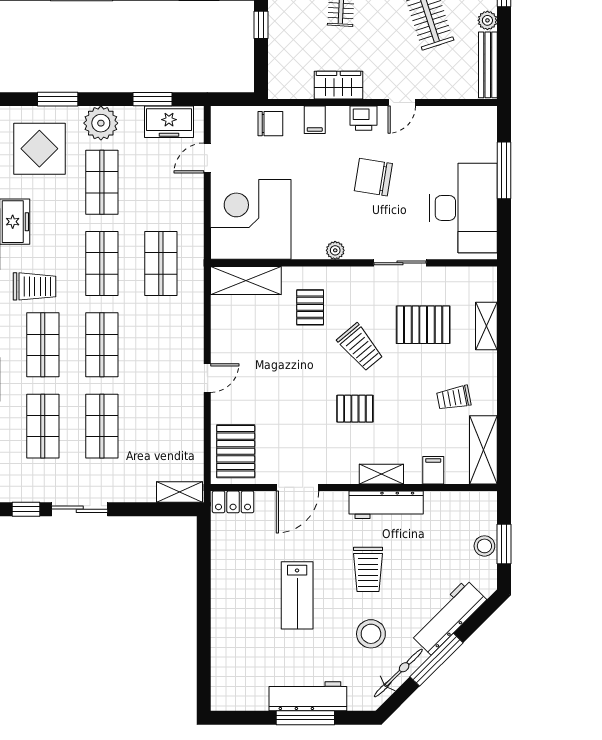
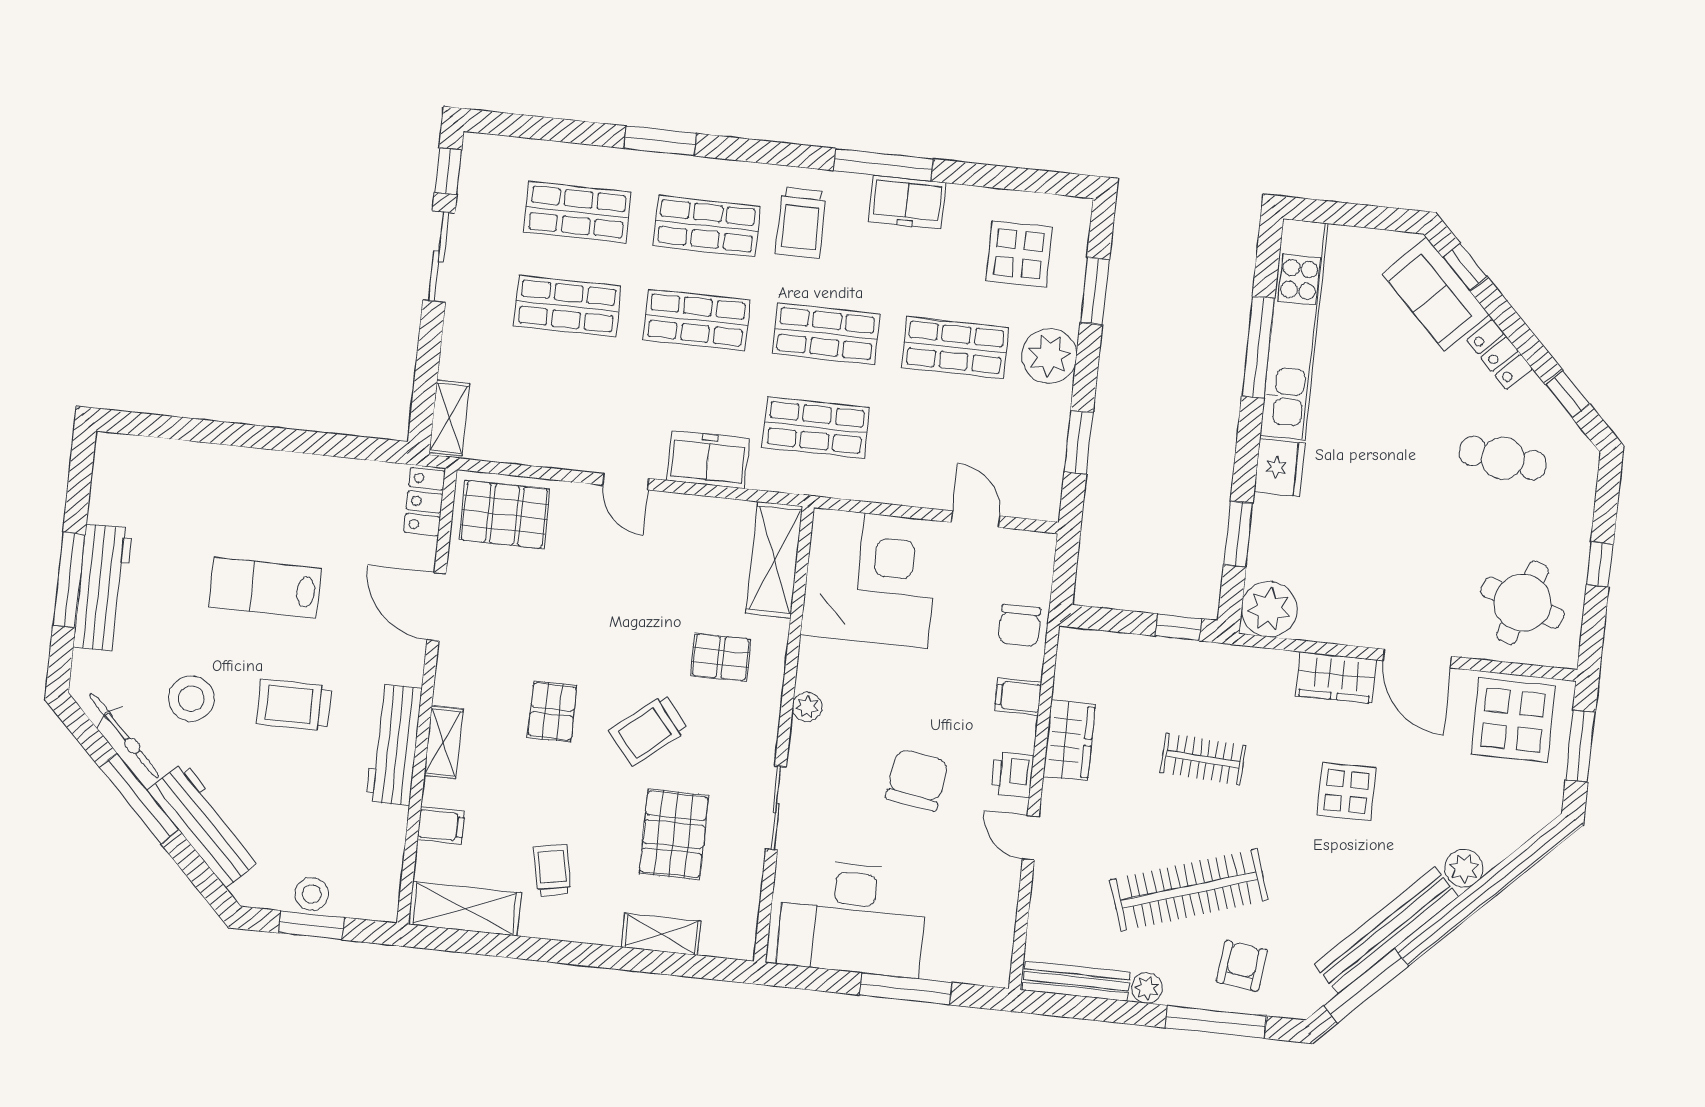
freezer: (169, 122) -> (708, 460), moved, turned 90
display table: (39, 149) -> (1019, 254), width x0.73, depth x0.73

